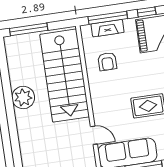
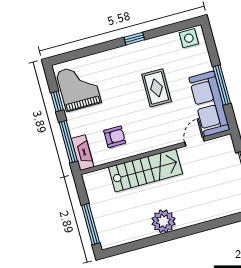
fireplace: (107, 28) -> (83, 153), moved
stairs: (65, 76) -> (145, 170), width x0.73, depth x0.66

